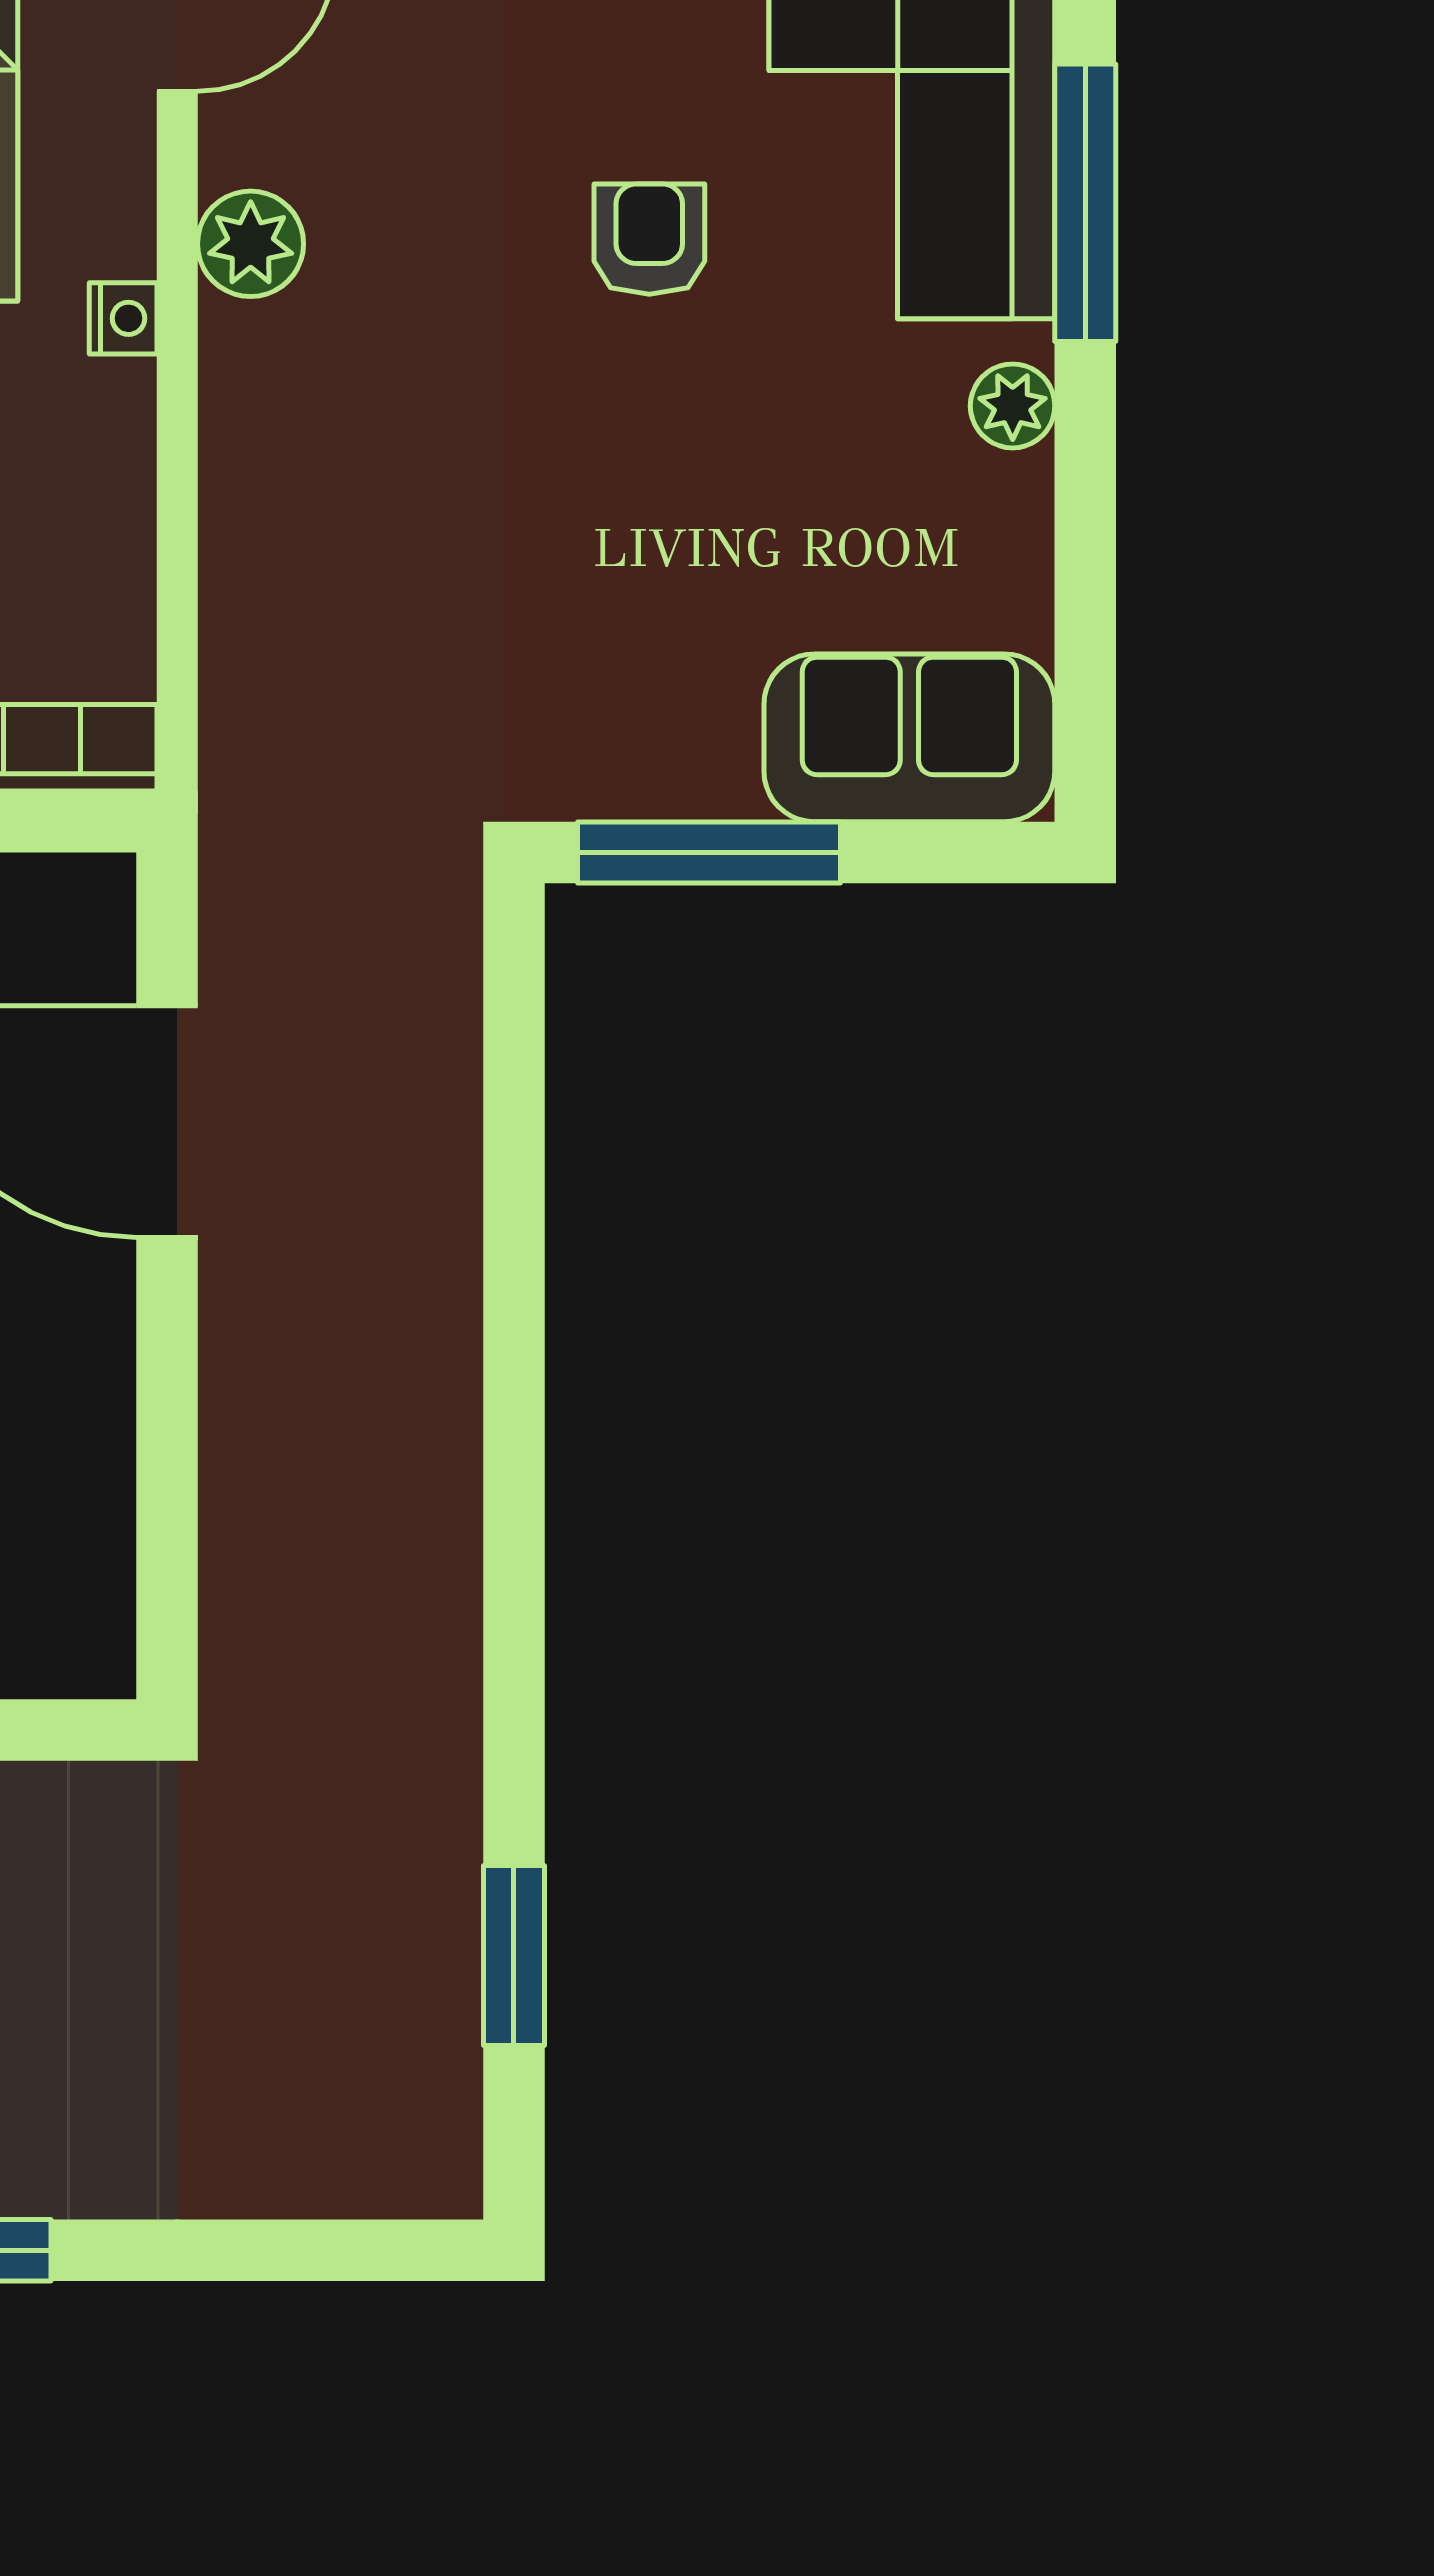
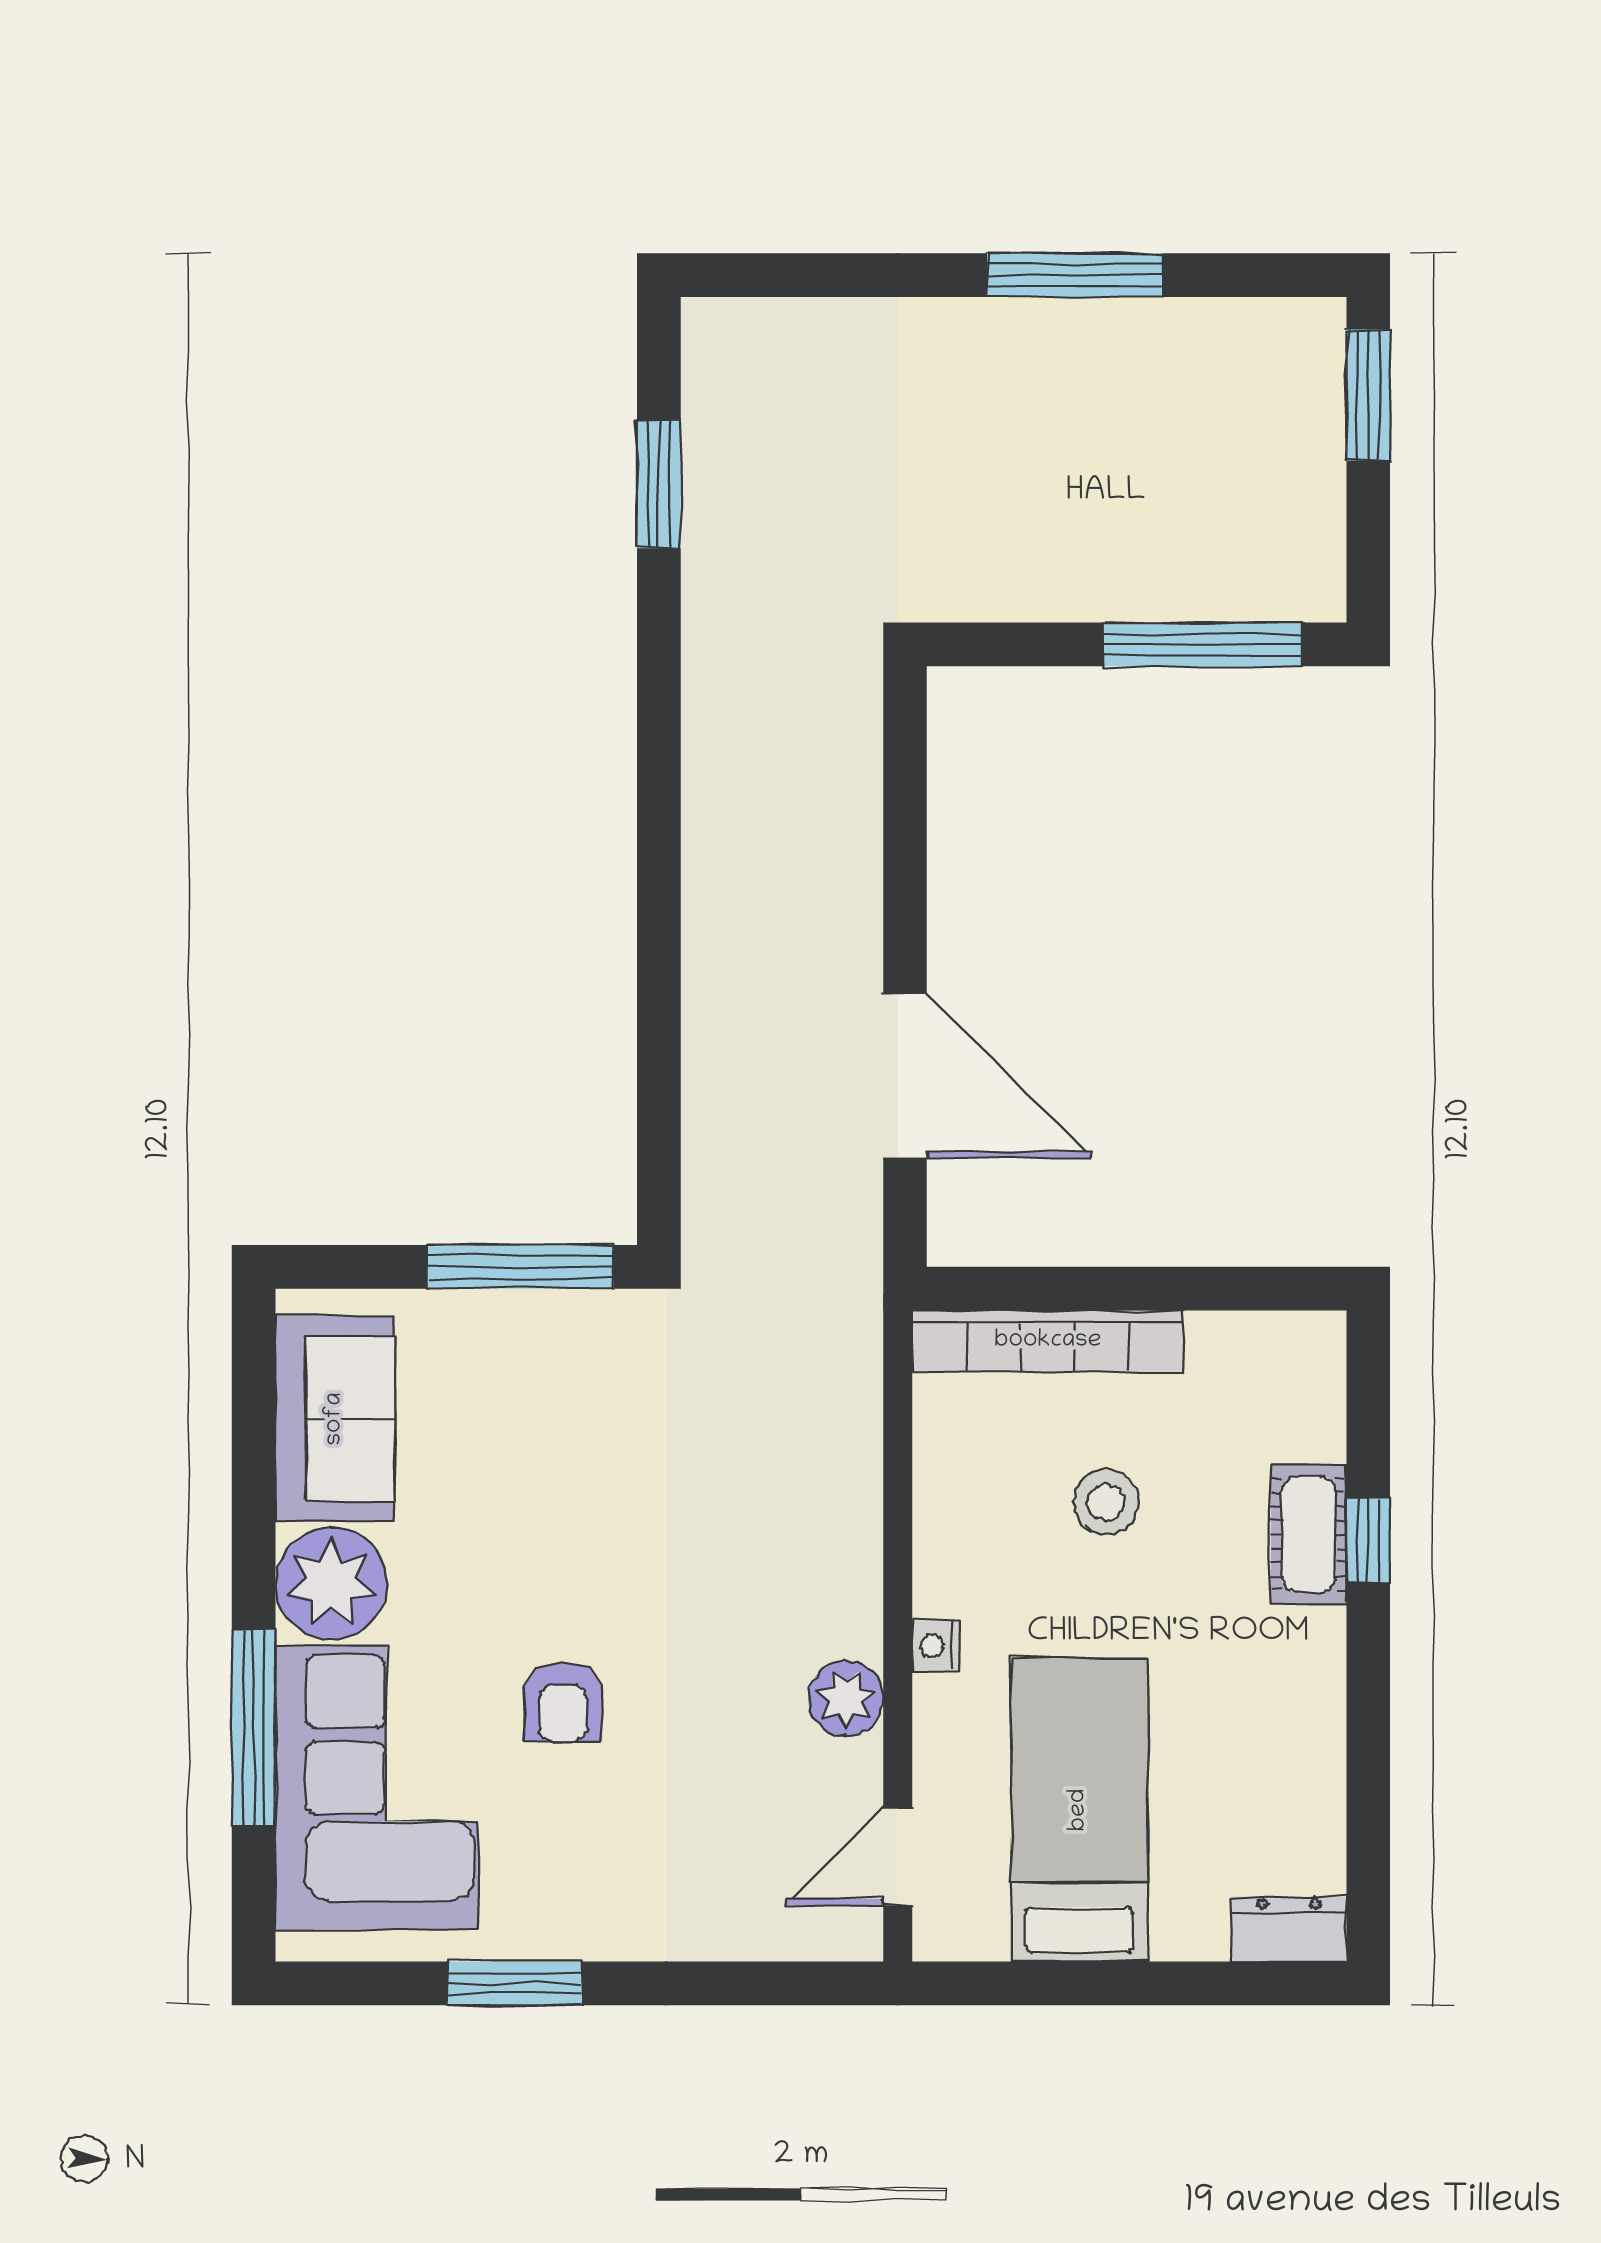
plant: (1013, 406) -> (331, 1584), width x1.88, depth x1.88
sofa: (909, 738) -> (335, 1419), moved, turned -90

